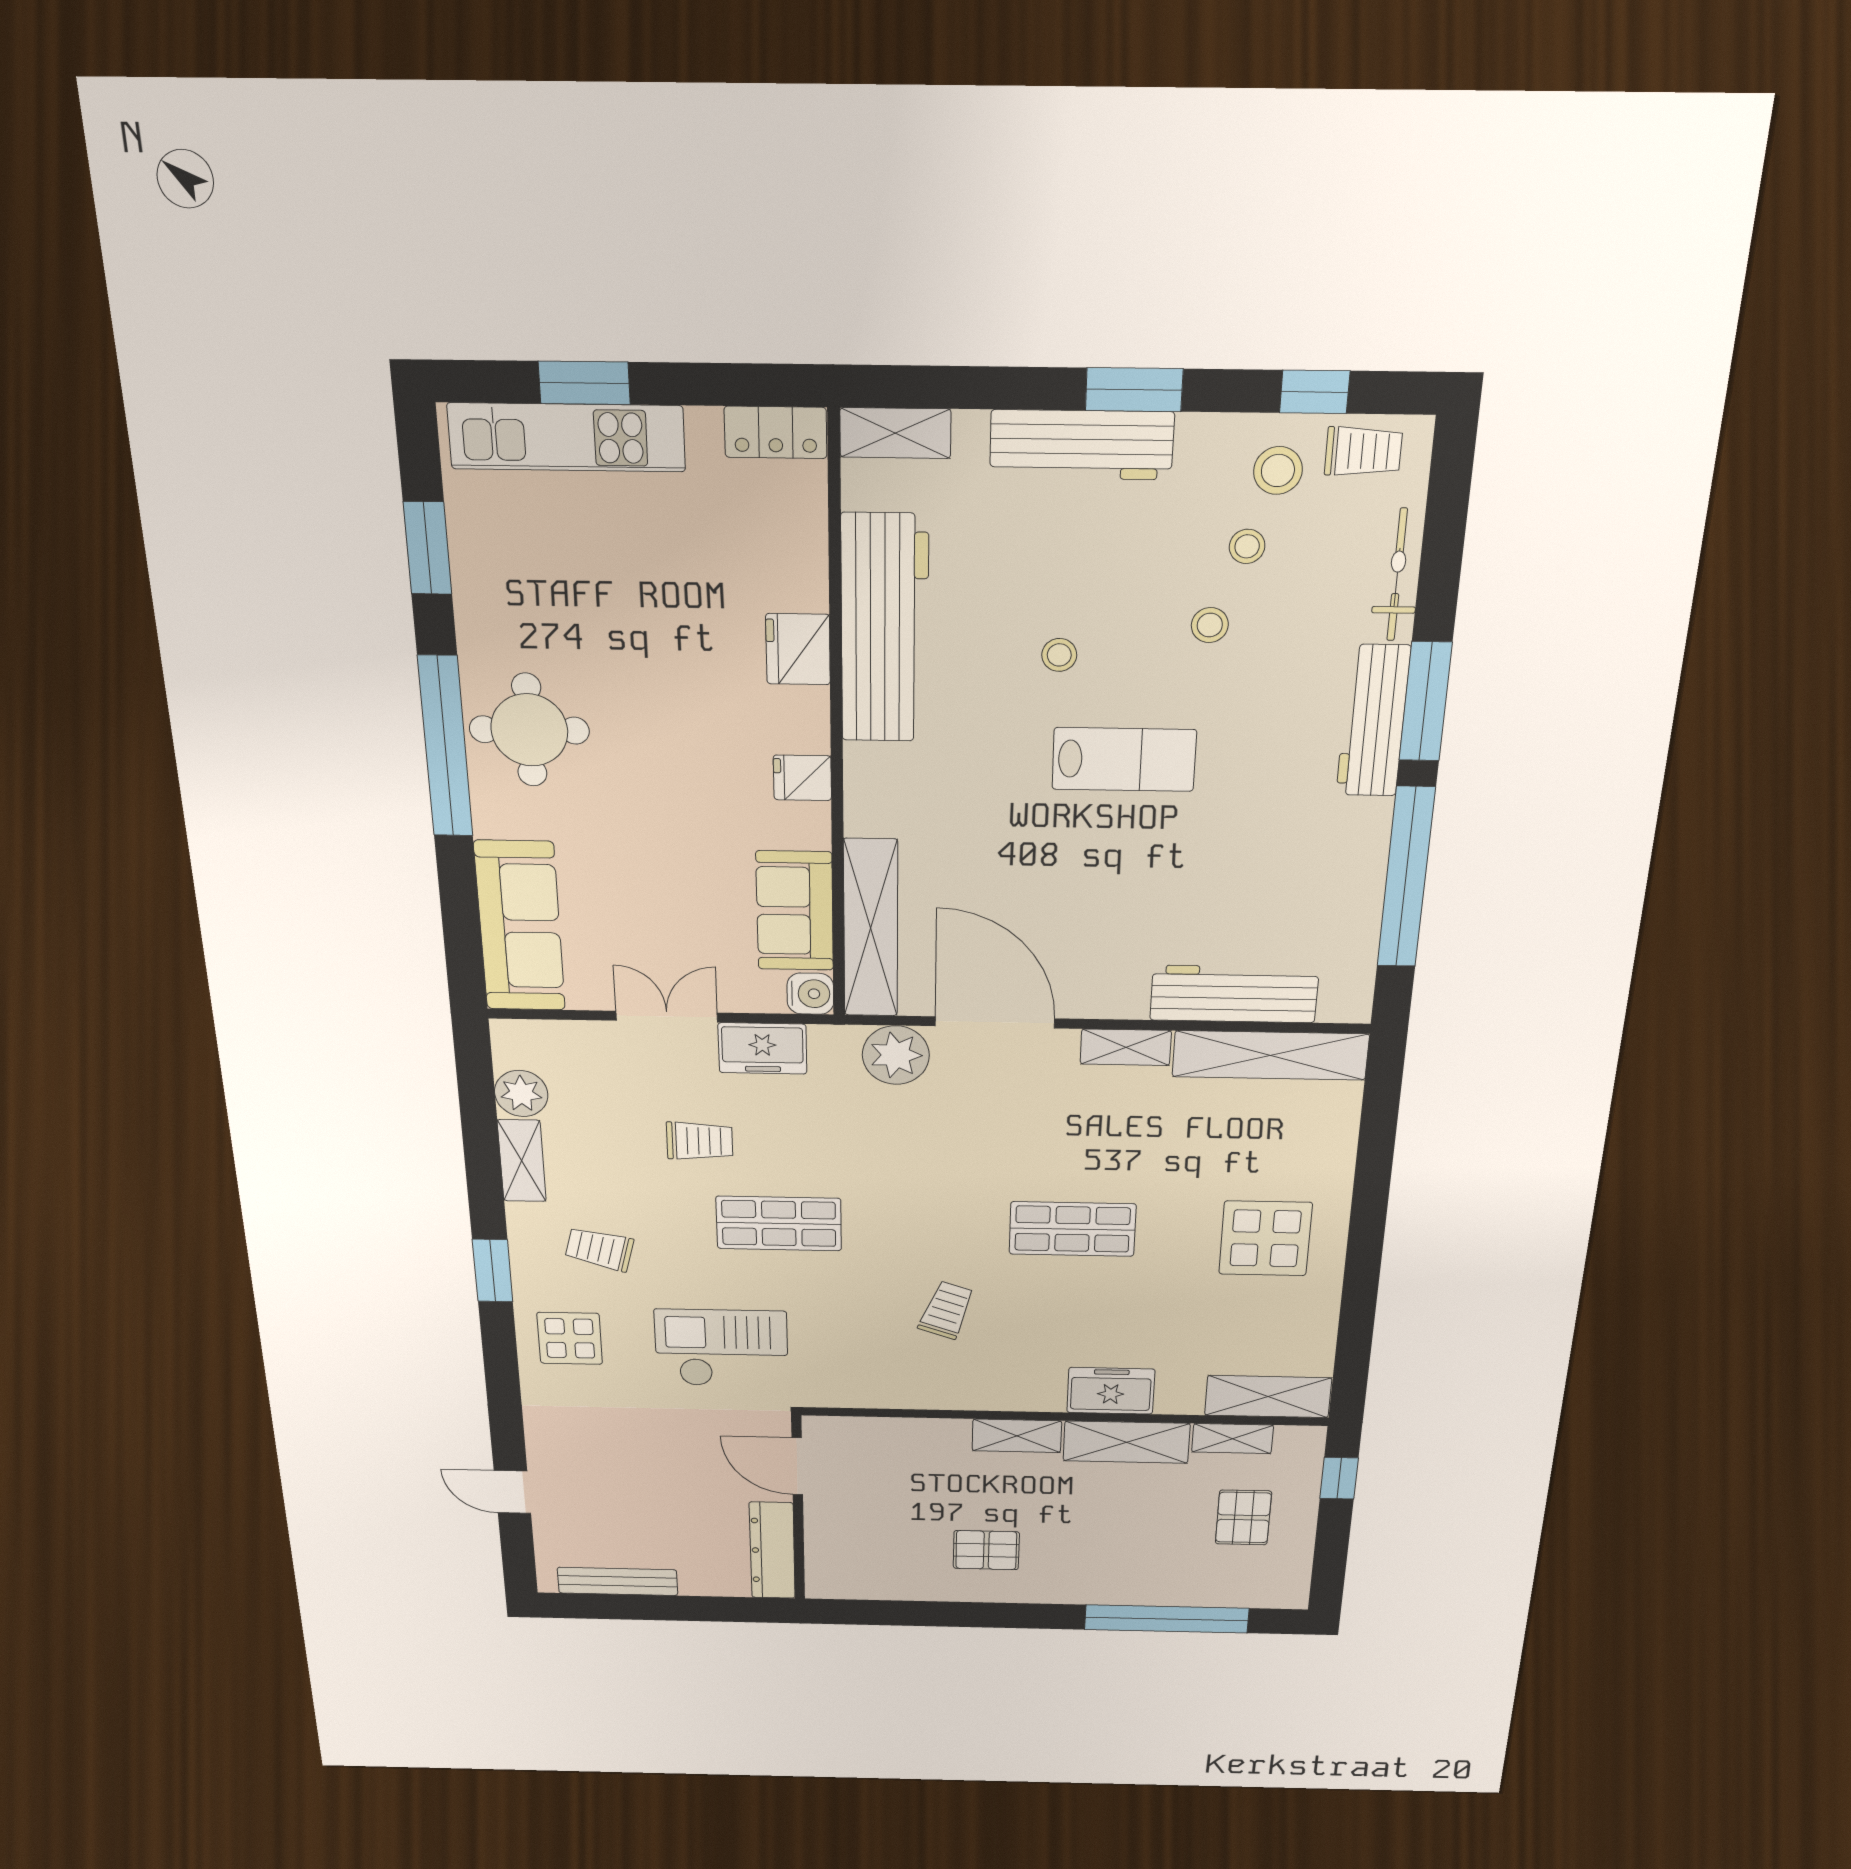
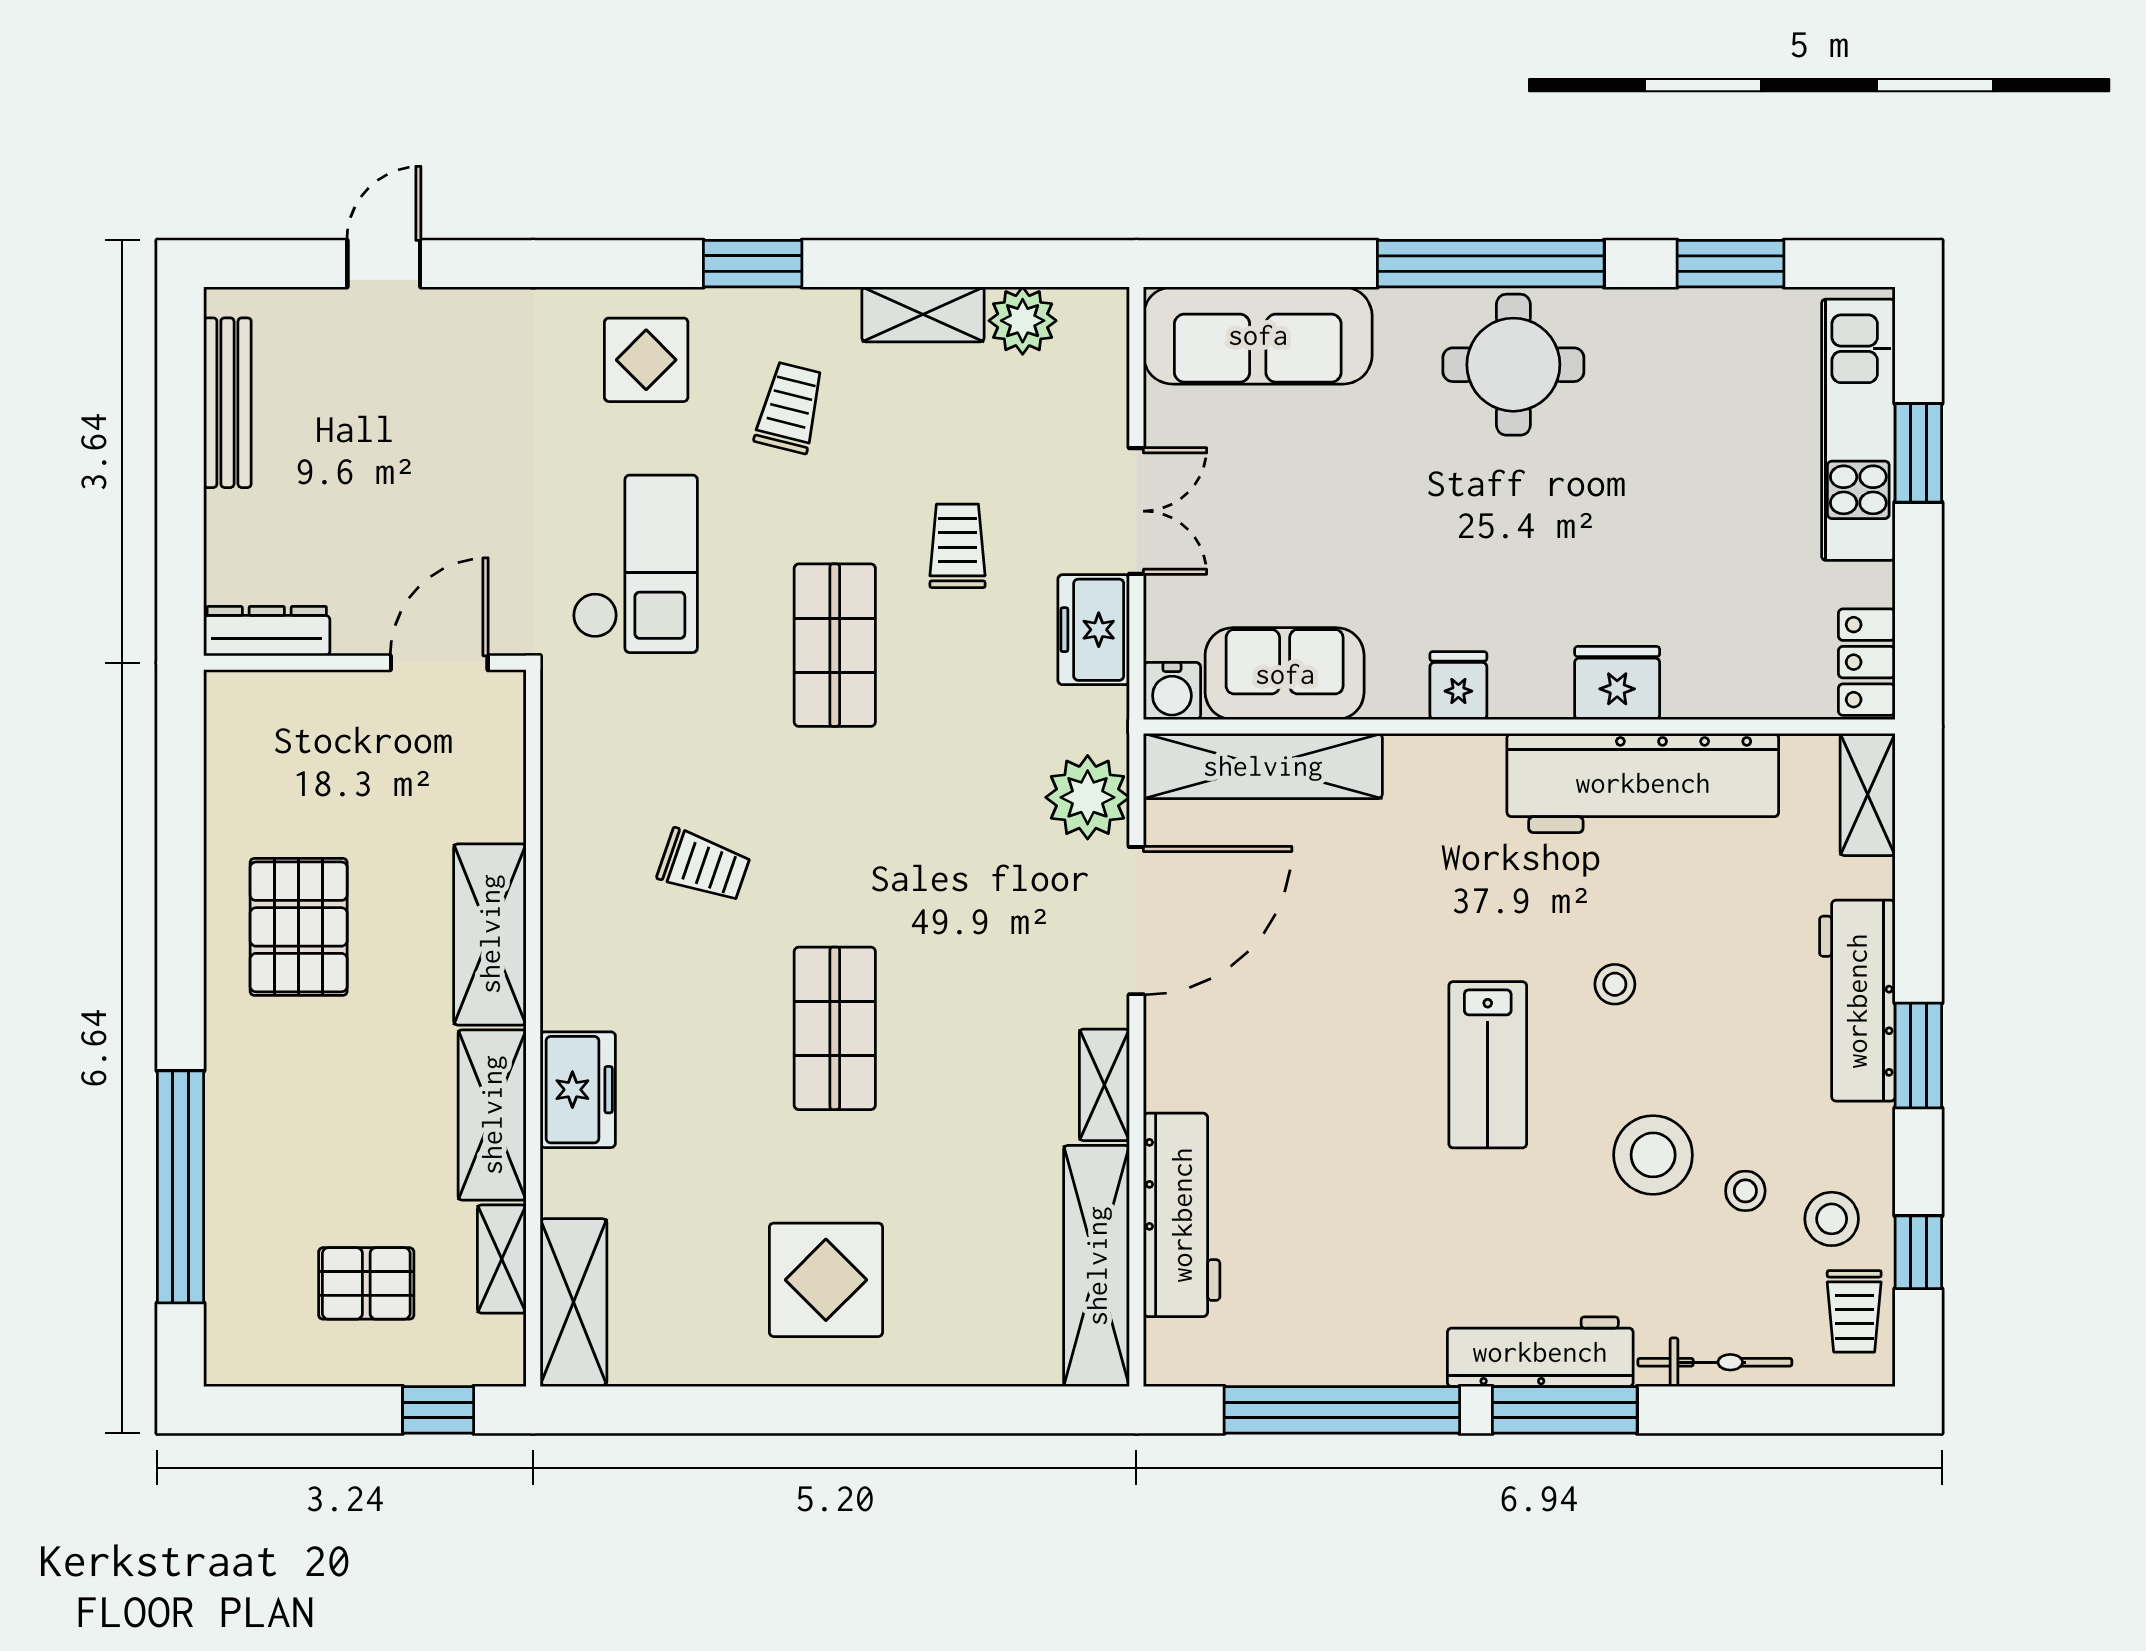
stool: (1210, 625) -> (1653, 1155), width x1.89, depth x1.89
trolley: (700, 1141) -> (957, 546), turned 180
shelving: (1017, 1436) -> (490, 934), width x1.50, depth x1.33
dresser: (772, 1550) -> (267, 631), width x0.73, depth x0.80
pallet: (986, 1550) -> (299, 927), width x1.50, depth x1.42

